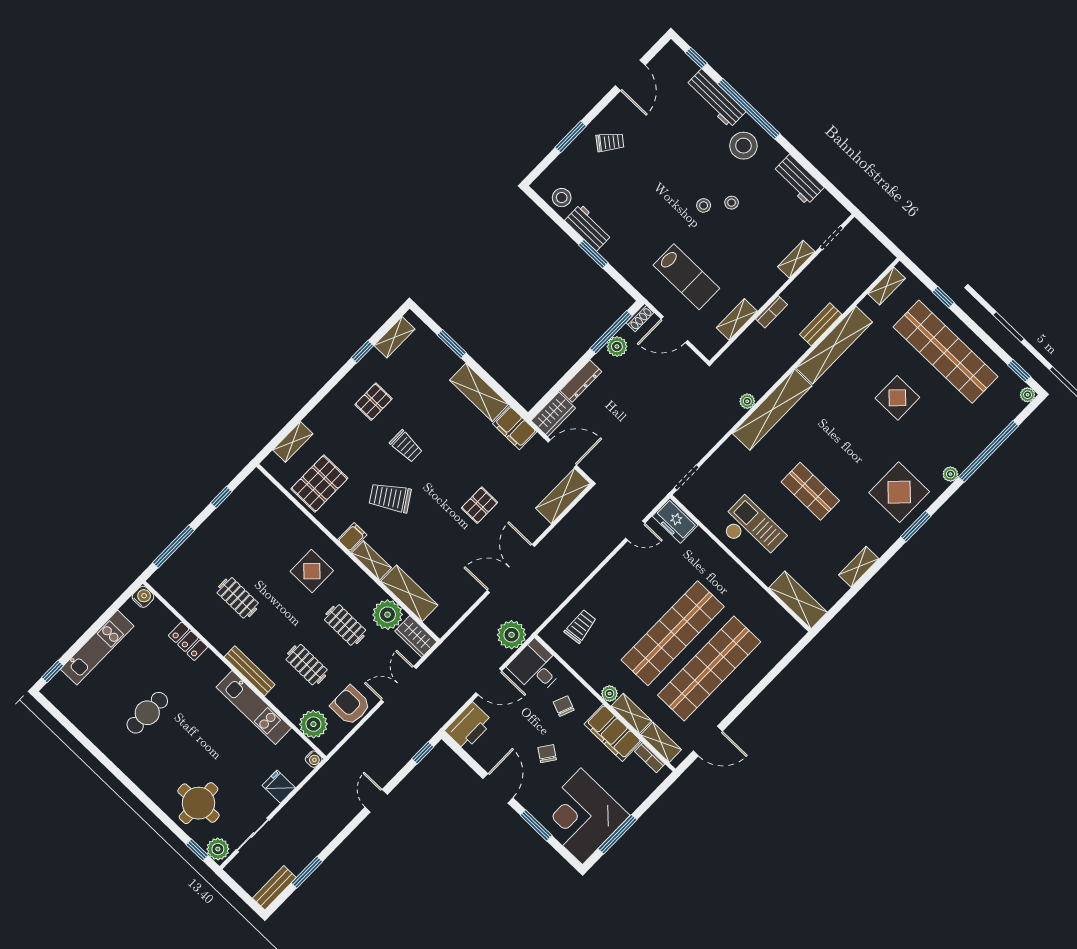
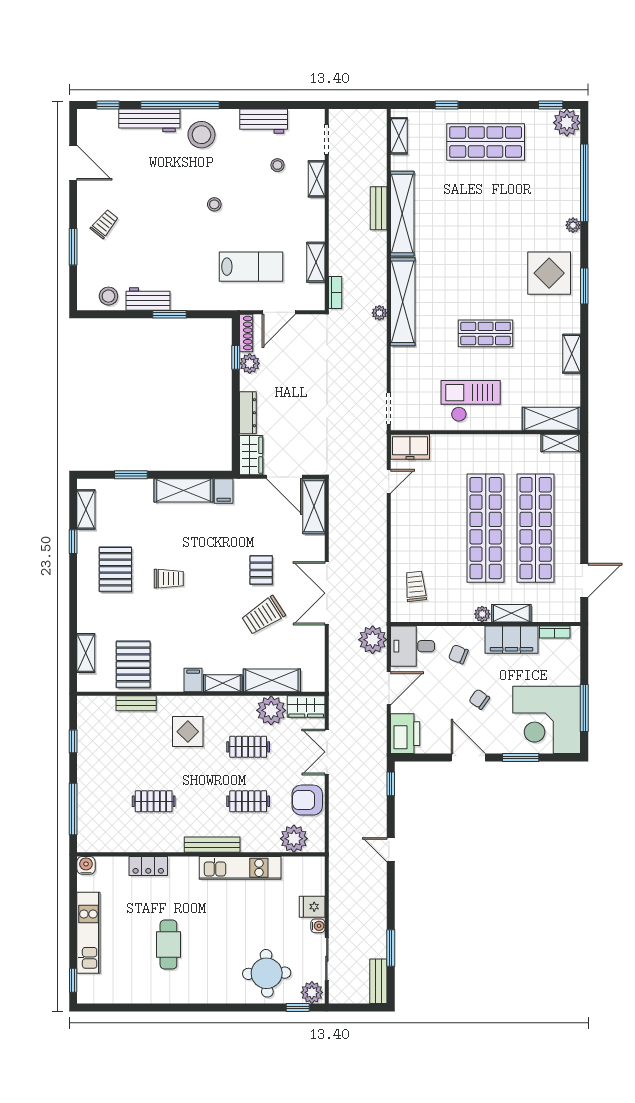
stool: (732, 203) -> (277, 165), moved
bookcase: (772, 312) -> (335, 292), moved
shoe rack: (640, 318) -> (246, 333), width x1.43
window: (611, 332) -> (236, 357), width x0.46
shop shelf: (945, 352) -> (486, 142), width x0.71
plant: (1028, 395) -> (567, 123), width x1.87, depth x1.87
display table: (897, 398) -> (483, 208), removed
pallet: (374, 402) -> (115, 569), width x1.50, depth x1.42
filing cabinet: (515, 428) -> (224, 491), width x0.50
door: (562, 454) -> (284, 477), swing flipped
trolley: (390, 498) -> (263, 615), moved
bench: (294, 514) -> (136, 703), added
shelving: (661, 742) -> (561, 443), moved
water cooler: (314, 759) -> (318, 926), moved

